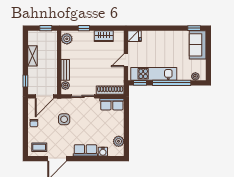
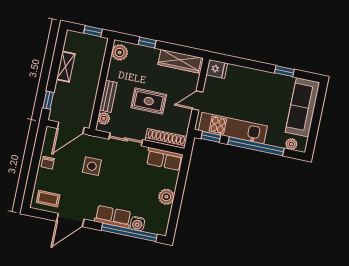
window: (194, 28) -> (284, 71), moved
wardrobe: (104, 36) -> (180, 61), width x1.50
sofa: (198, 45) -> (303, 107), width x1.36
rug: (93, 67) -> (149, 101), added
plant: (119, 141) -> (166, 197), moved
window: (99, 159) -> (129, 232), added

